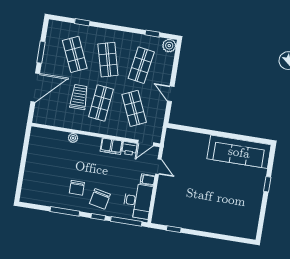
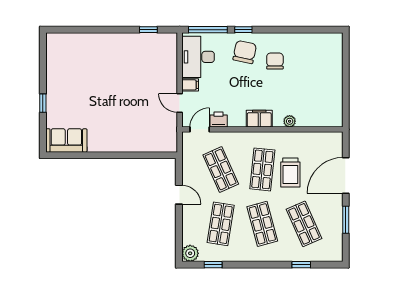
filing cabinet: (111, 146) -> (259, 119), moved
sofa: (239, 152) -> (66, 140), width x0.54, depth x0.79
window: (65, 211) -> (285, 30), removed

